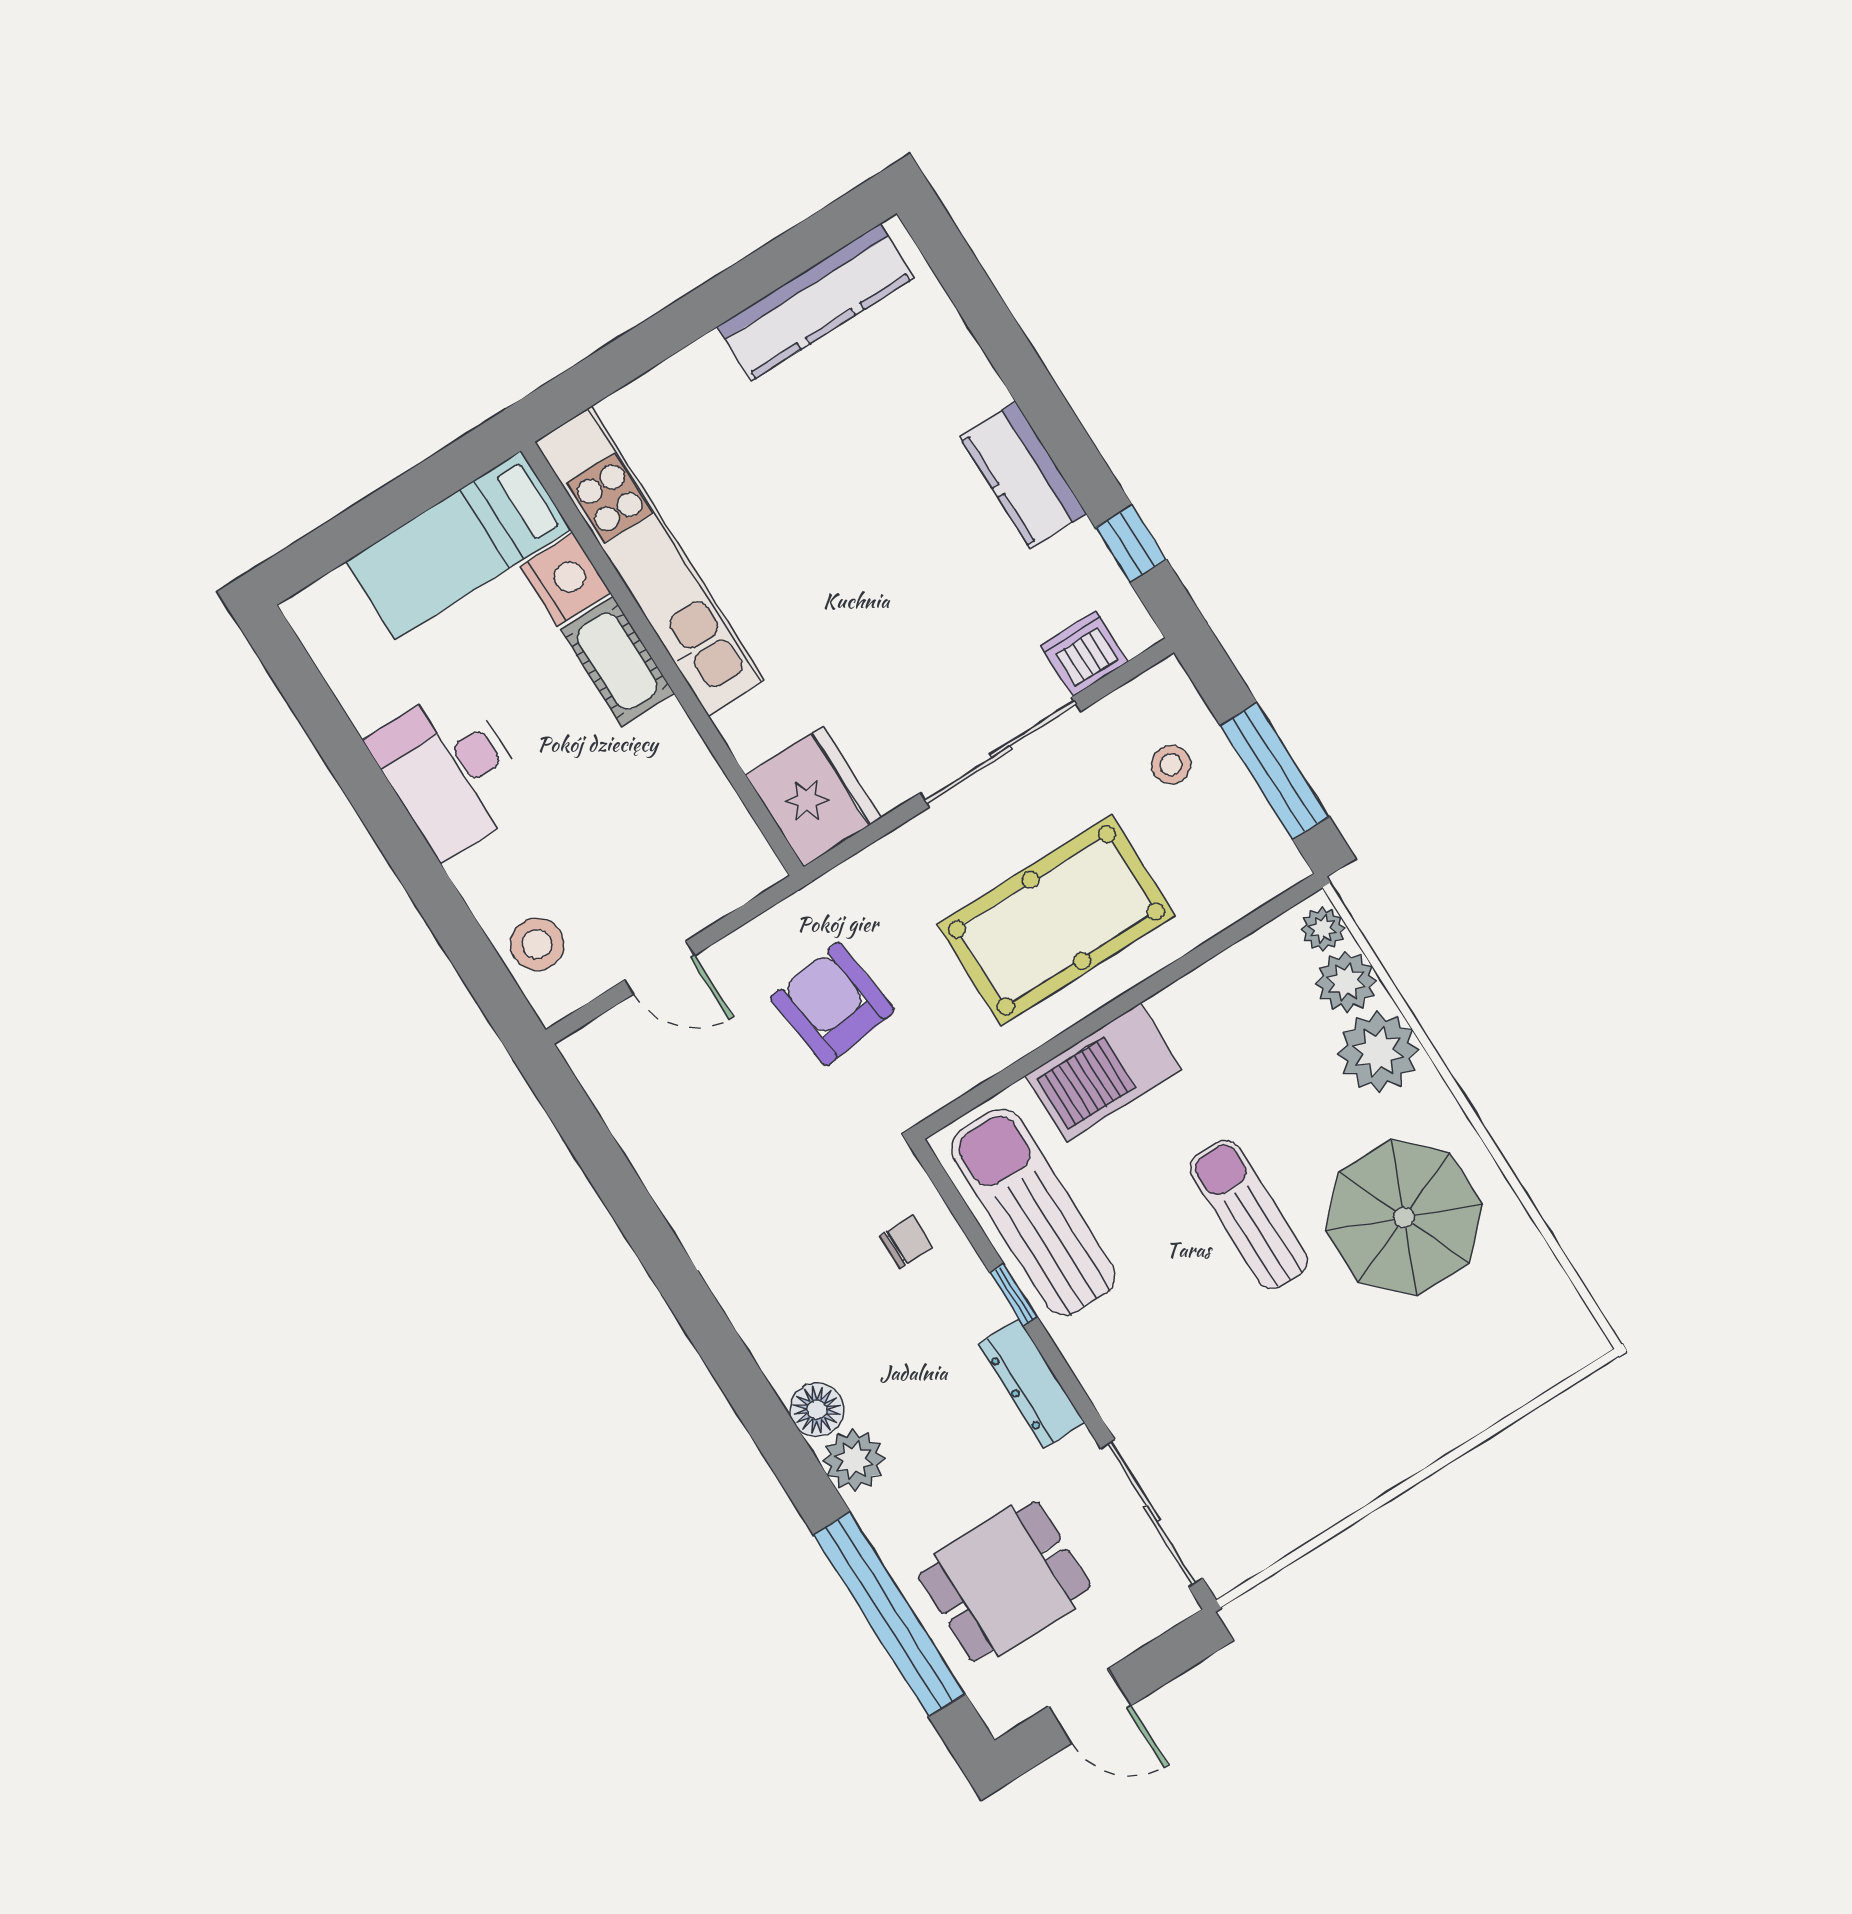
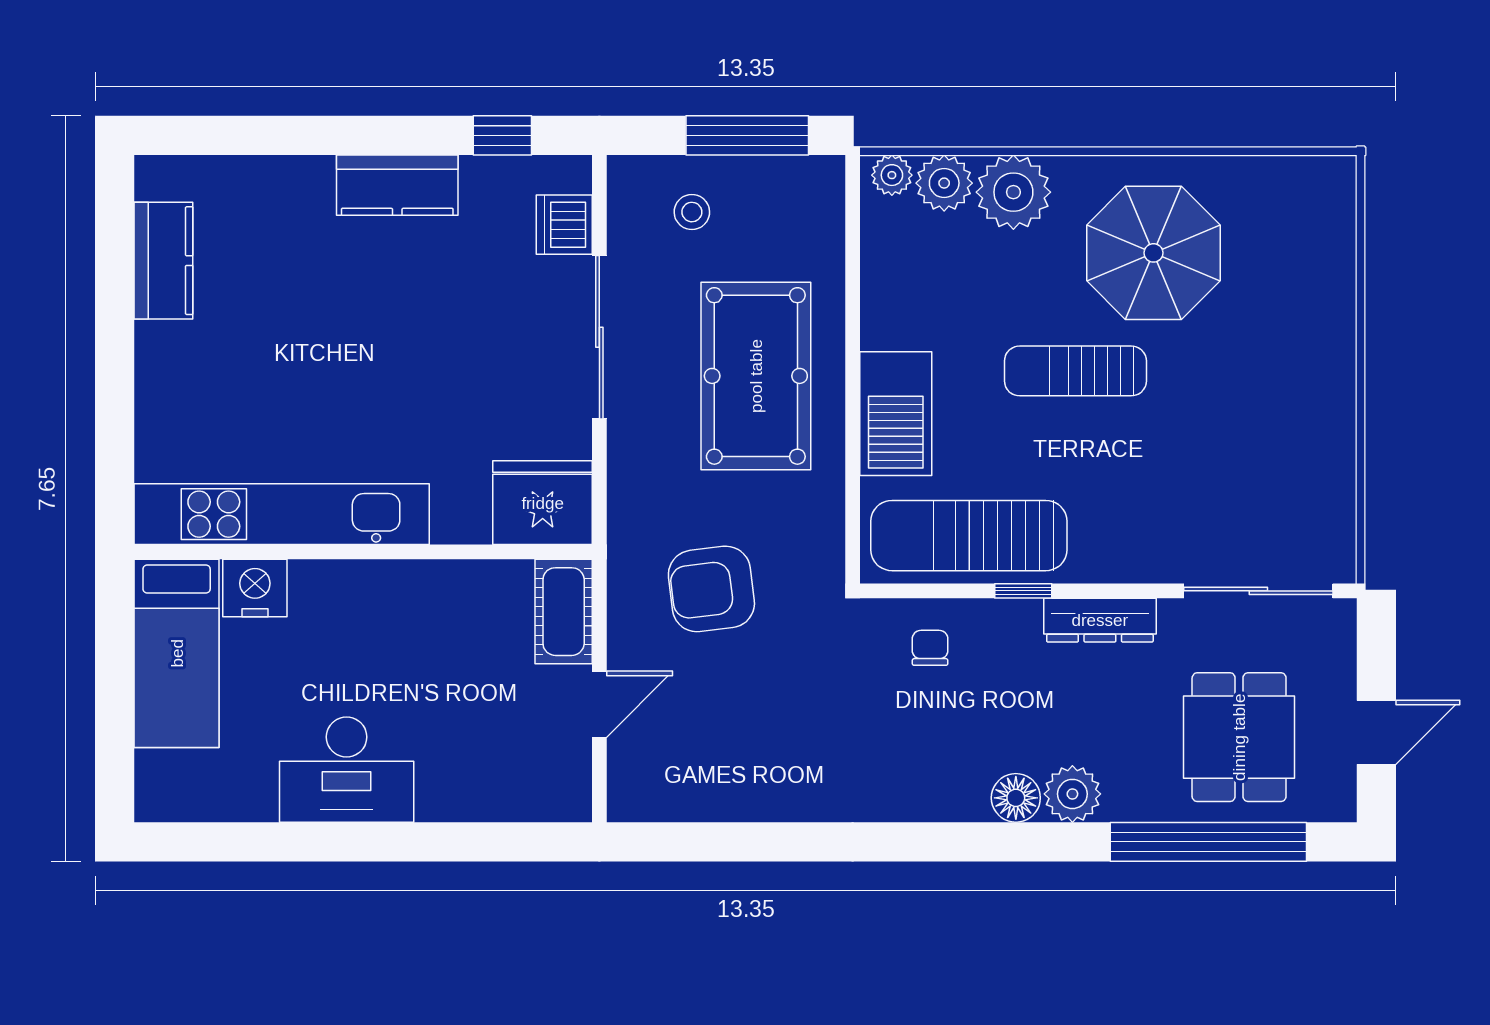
kitchen counter: (816, 302) -> (163, 261), width x0.67
cot: (617, 661) -> (564, 612), moved, turned 90
stool: (537, 944) -> (522, 787), removed

